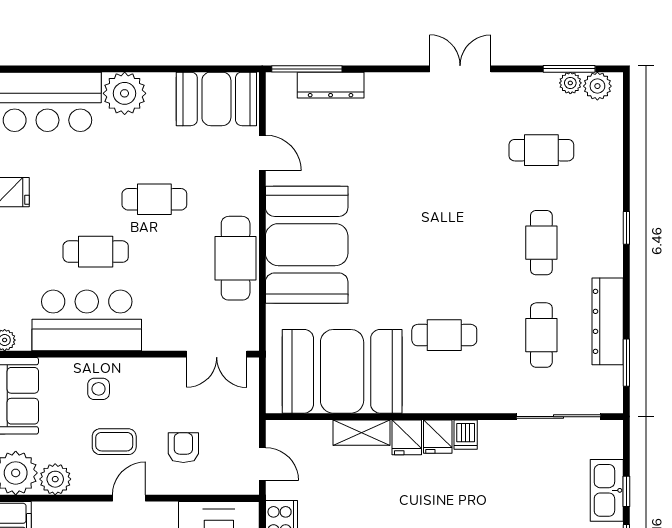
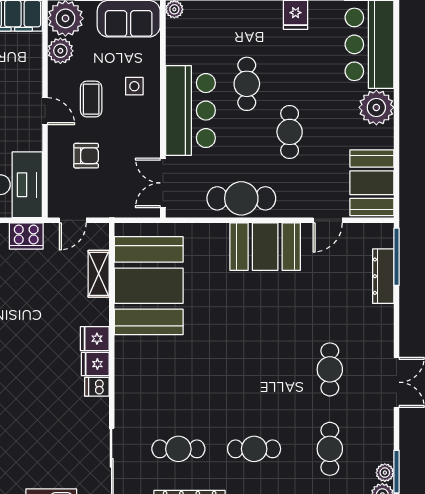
booth: (307, 245) -> (265, 247), width x0.73, depth x0.70
bar counter: (87, 320) -> (190, 111), moved
cafe table: (444, 335) -> (330, 369), moved
shelving: (362, 433) -> (99, 274), moved

